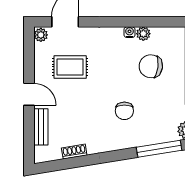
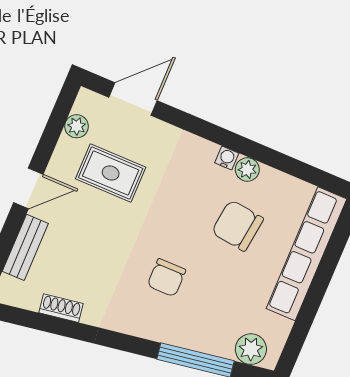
plant: (41, 35) -> (76, 126), moved
door: (29, 94) -> (28, 188), hinge flipped

